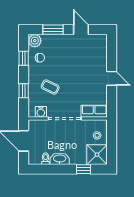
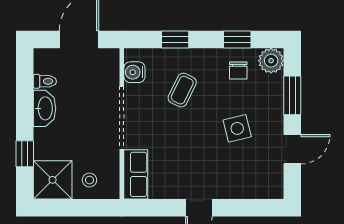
side table: (70, 58) -> (237, 128), added

